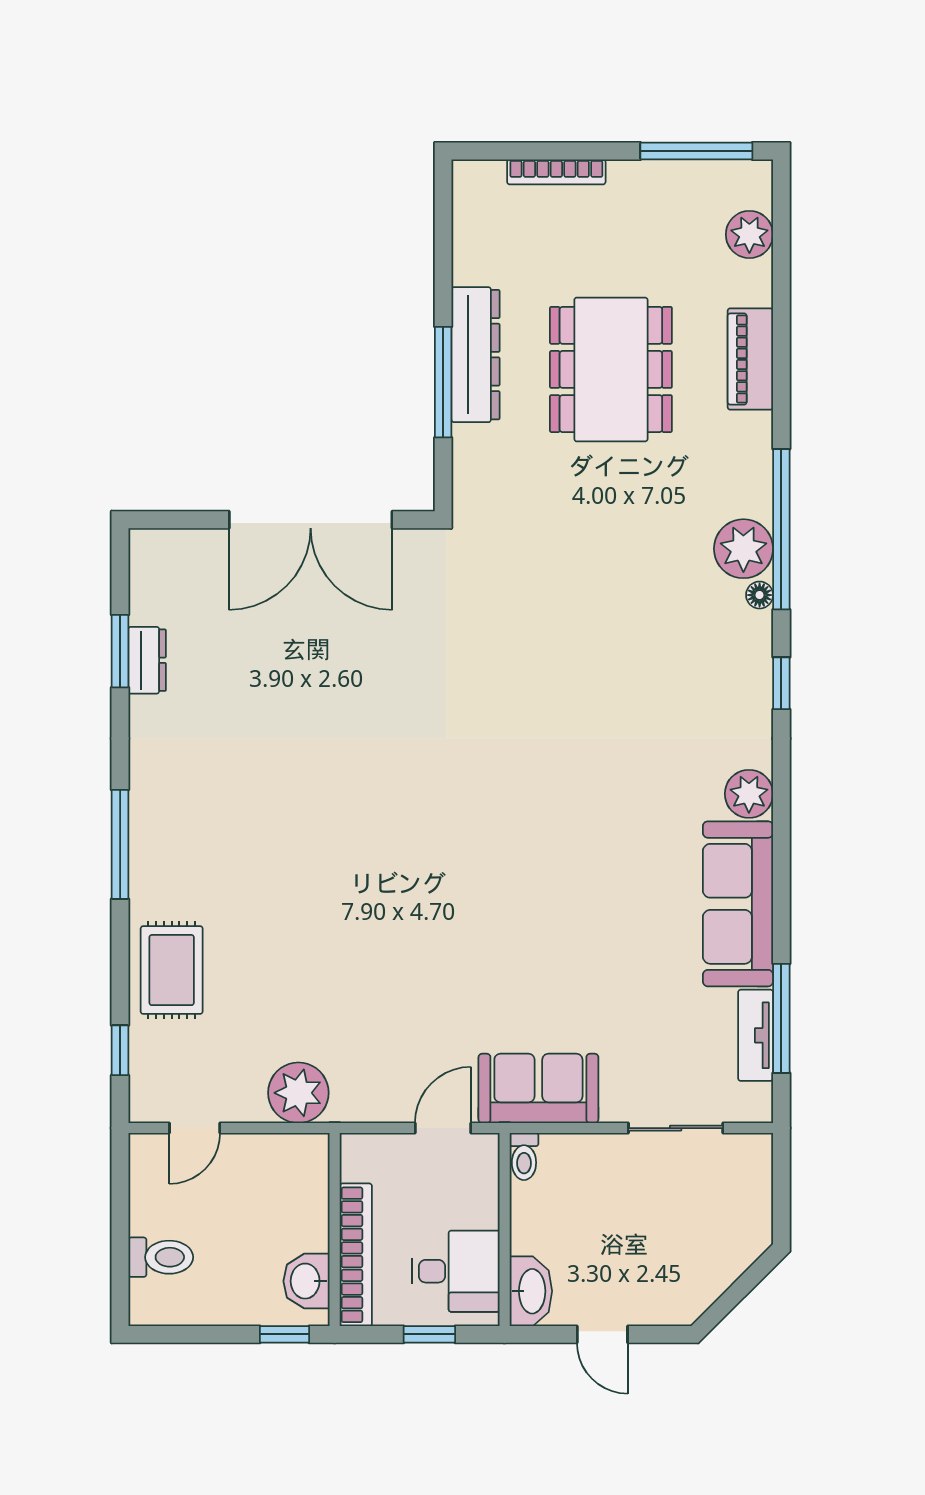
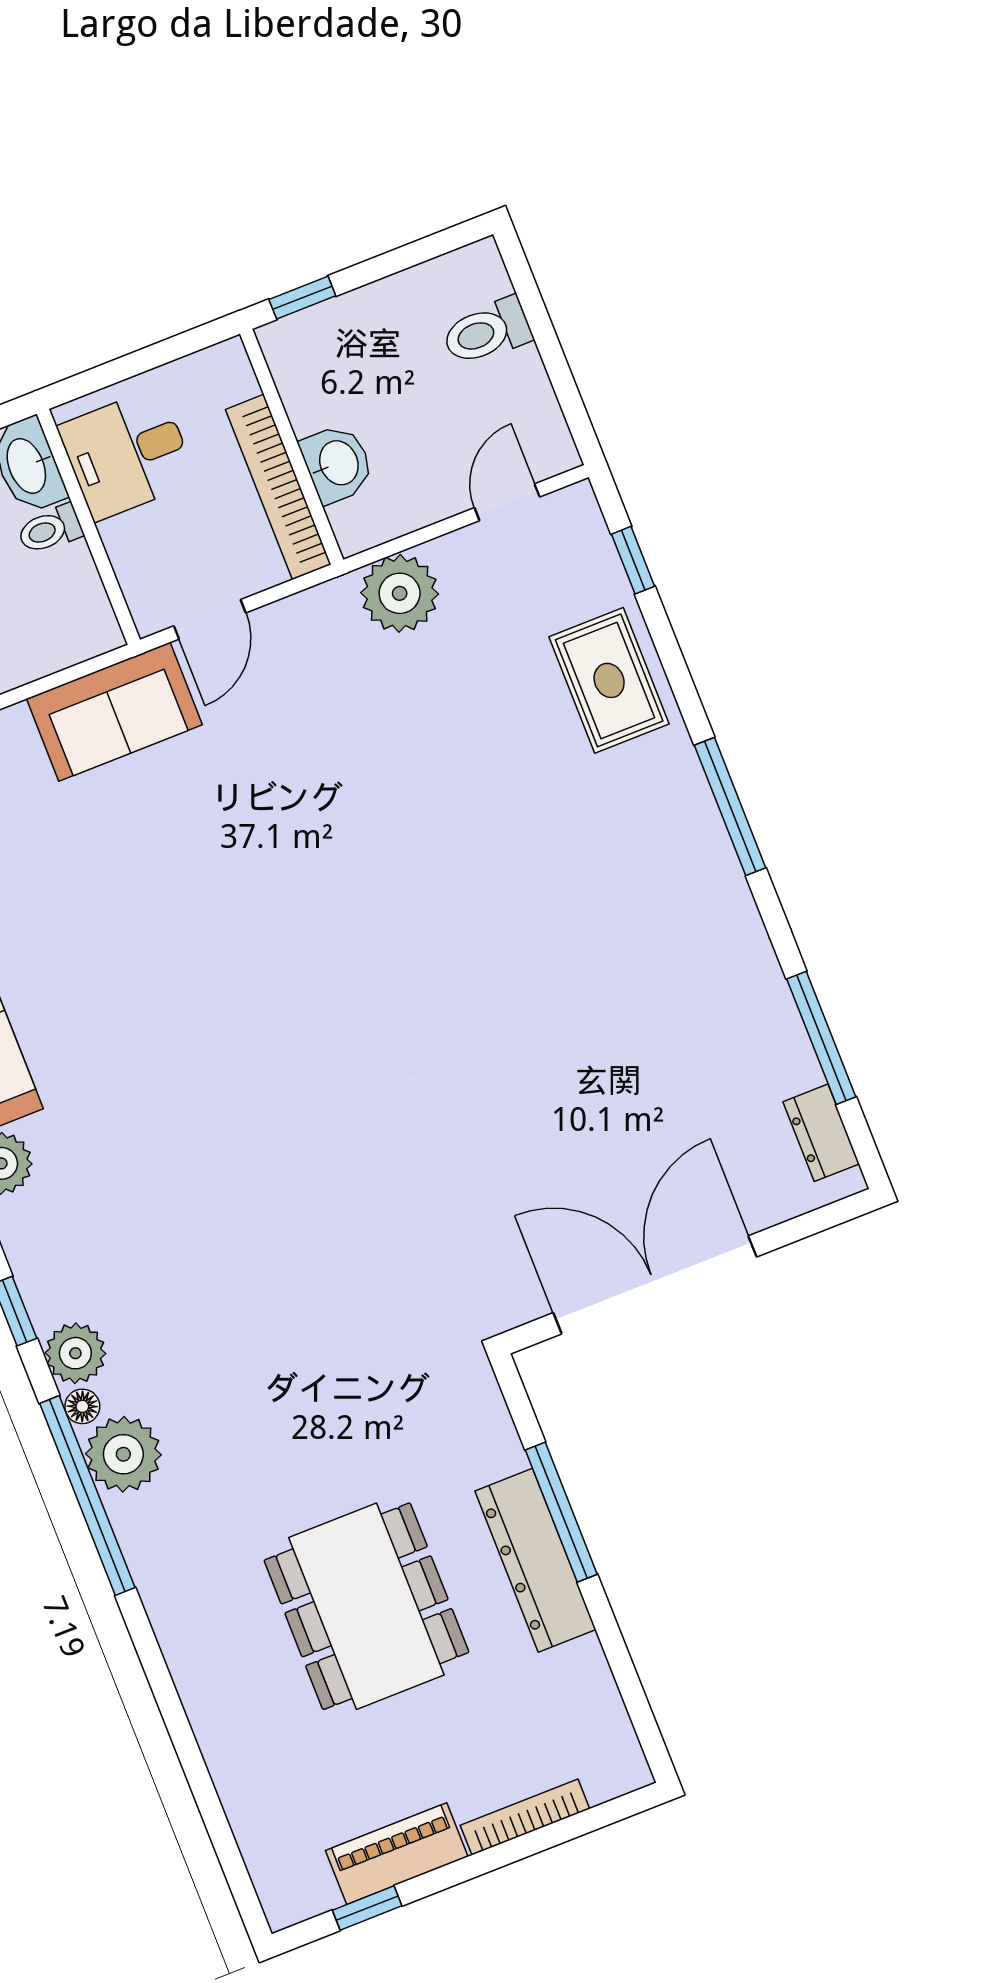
window: (696, 151) -> (367, 1908), width x0.46
plant: (749, 234) -> (75, 1353), moved
piano: (750, 359) -> (397, 1854), moved, turned -90
window: (120, 651) -> (821, 1038), width x1.44
dresser: (147, 660) -> (821, 1133), moved
toilet: (524, 1157) -> (50, 529), moved, turned -90
bookcase: (356, 1255) -> (278, 487), moved
washbasin: (306, 1281) -> (337, 463), moved
window: (429, 1334) -> (129, 366), removed

